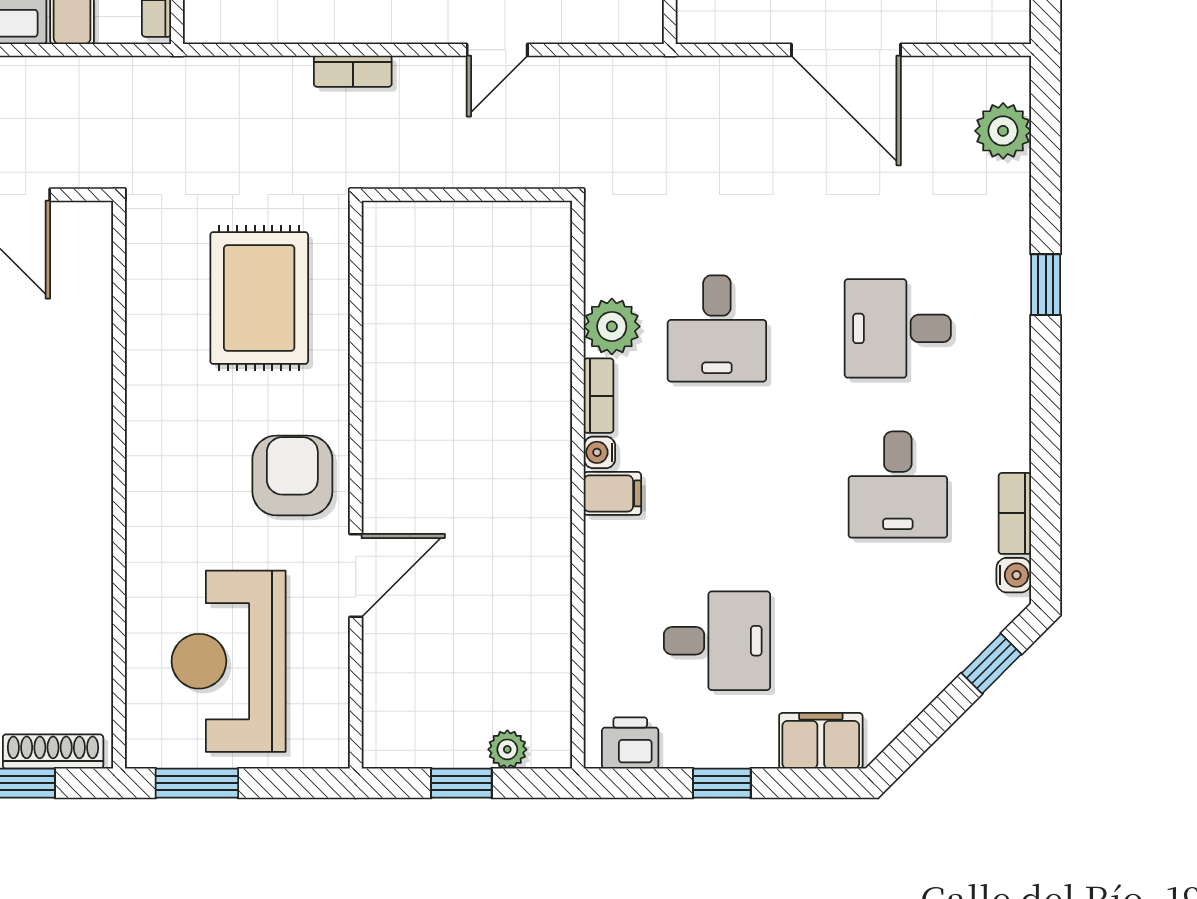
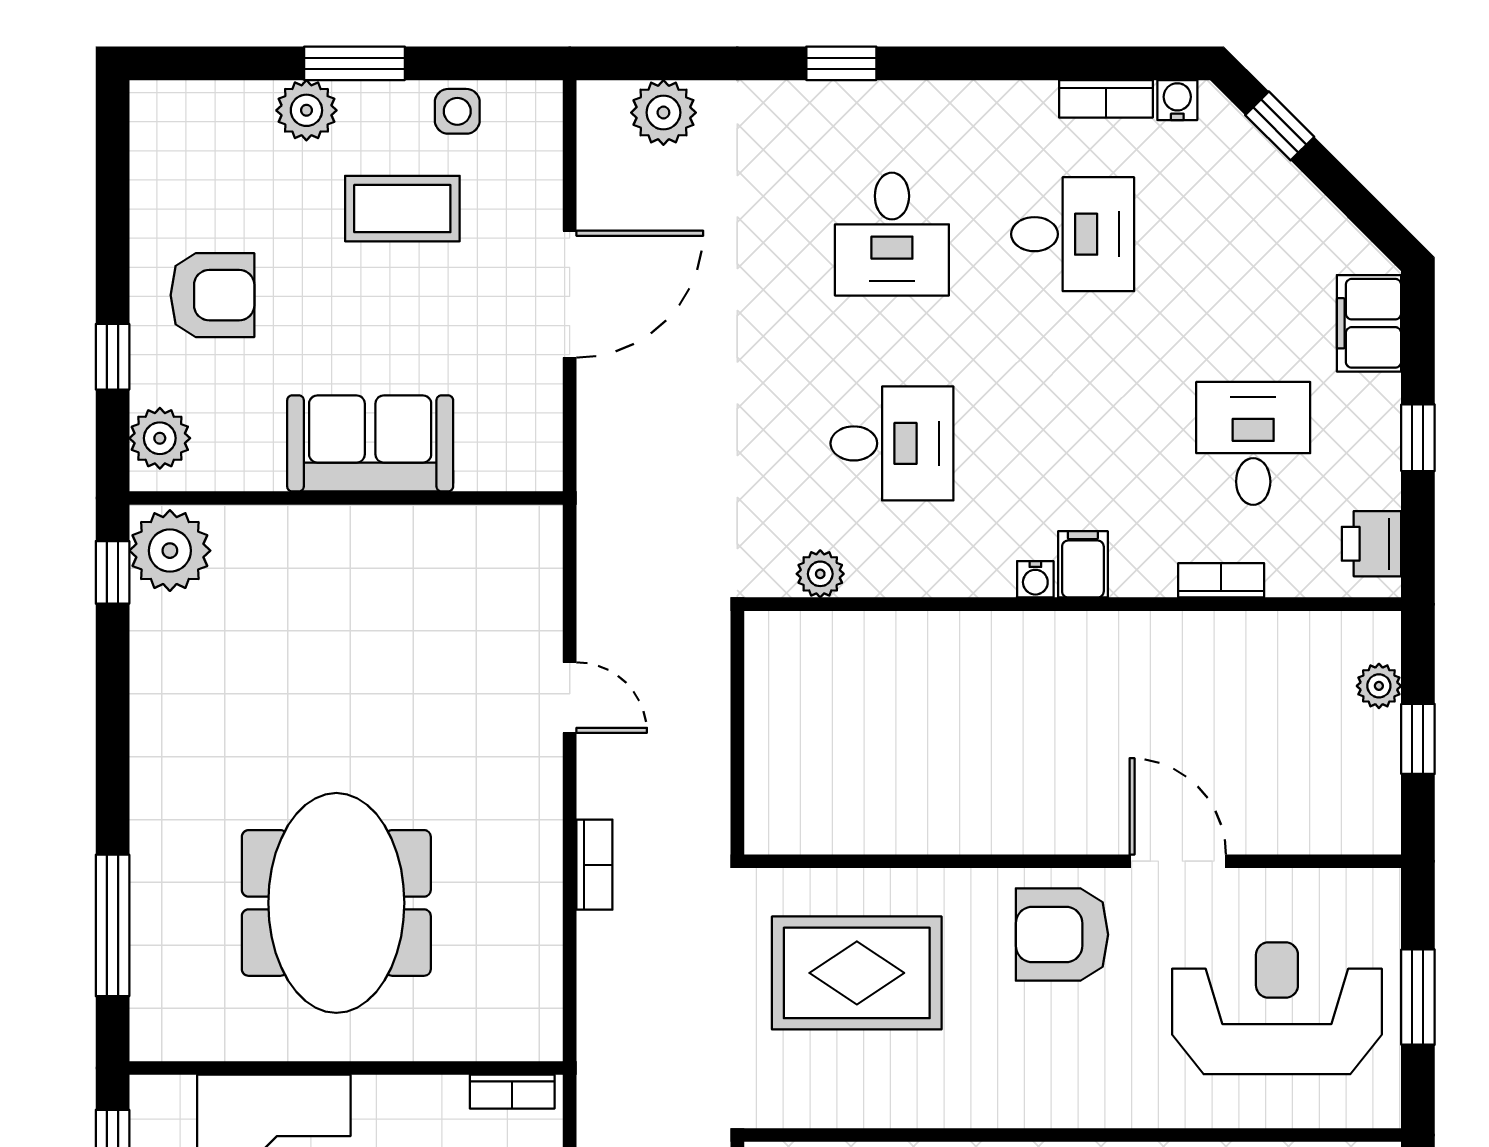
plant: (612, 326) -> (820, 574), moved, width x0.73, depth x0.73
bookcase: (599, 396) -> (1221, 580), moved
reception desk: (229, 661) -> (1277, 1008), turned 180
window: (197, 783) -> (1418, 997), moved

